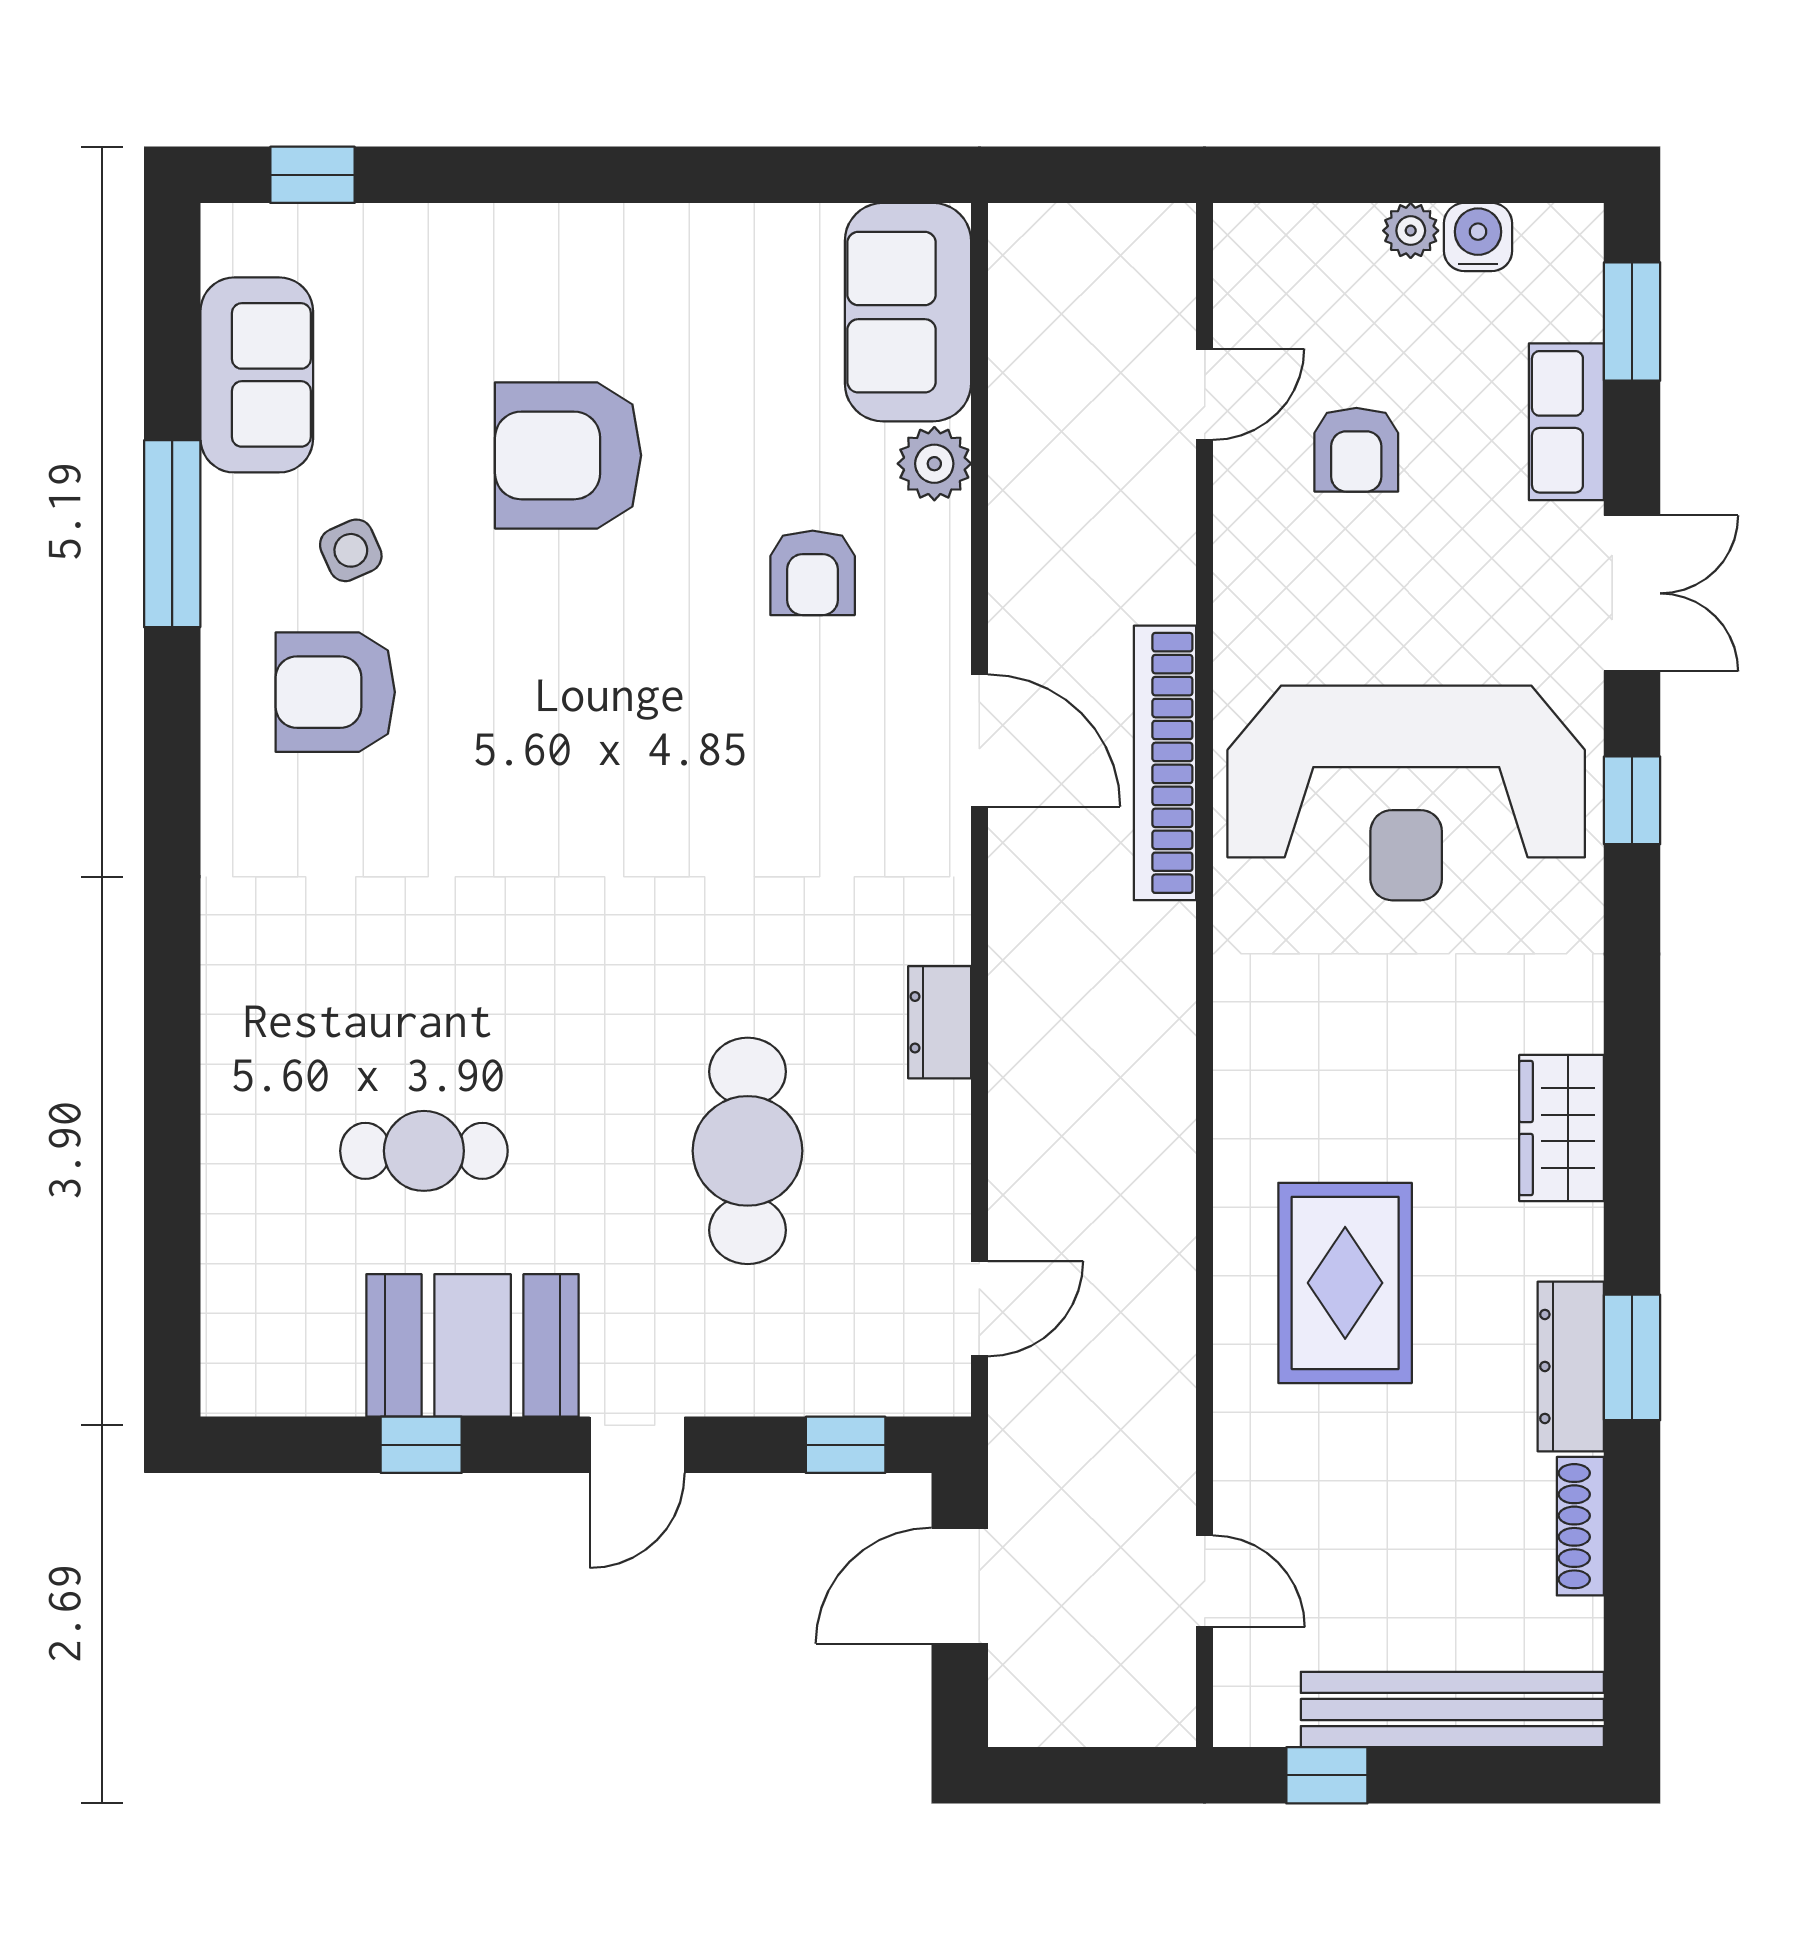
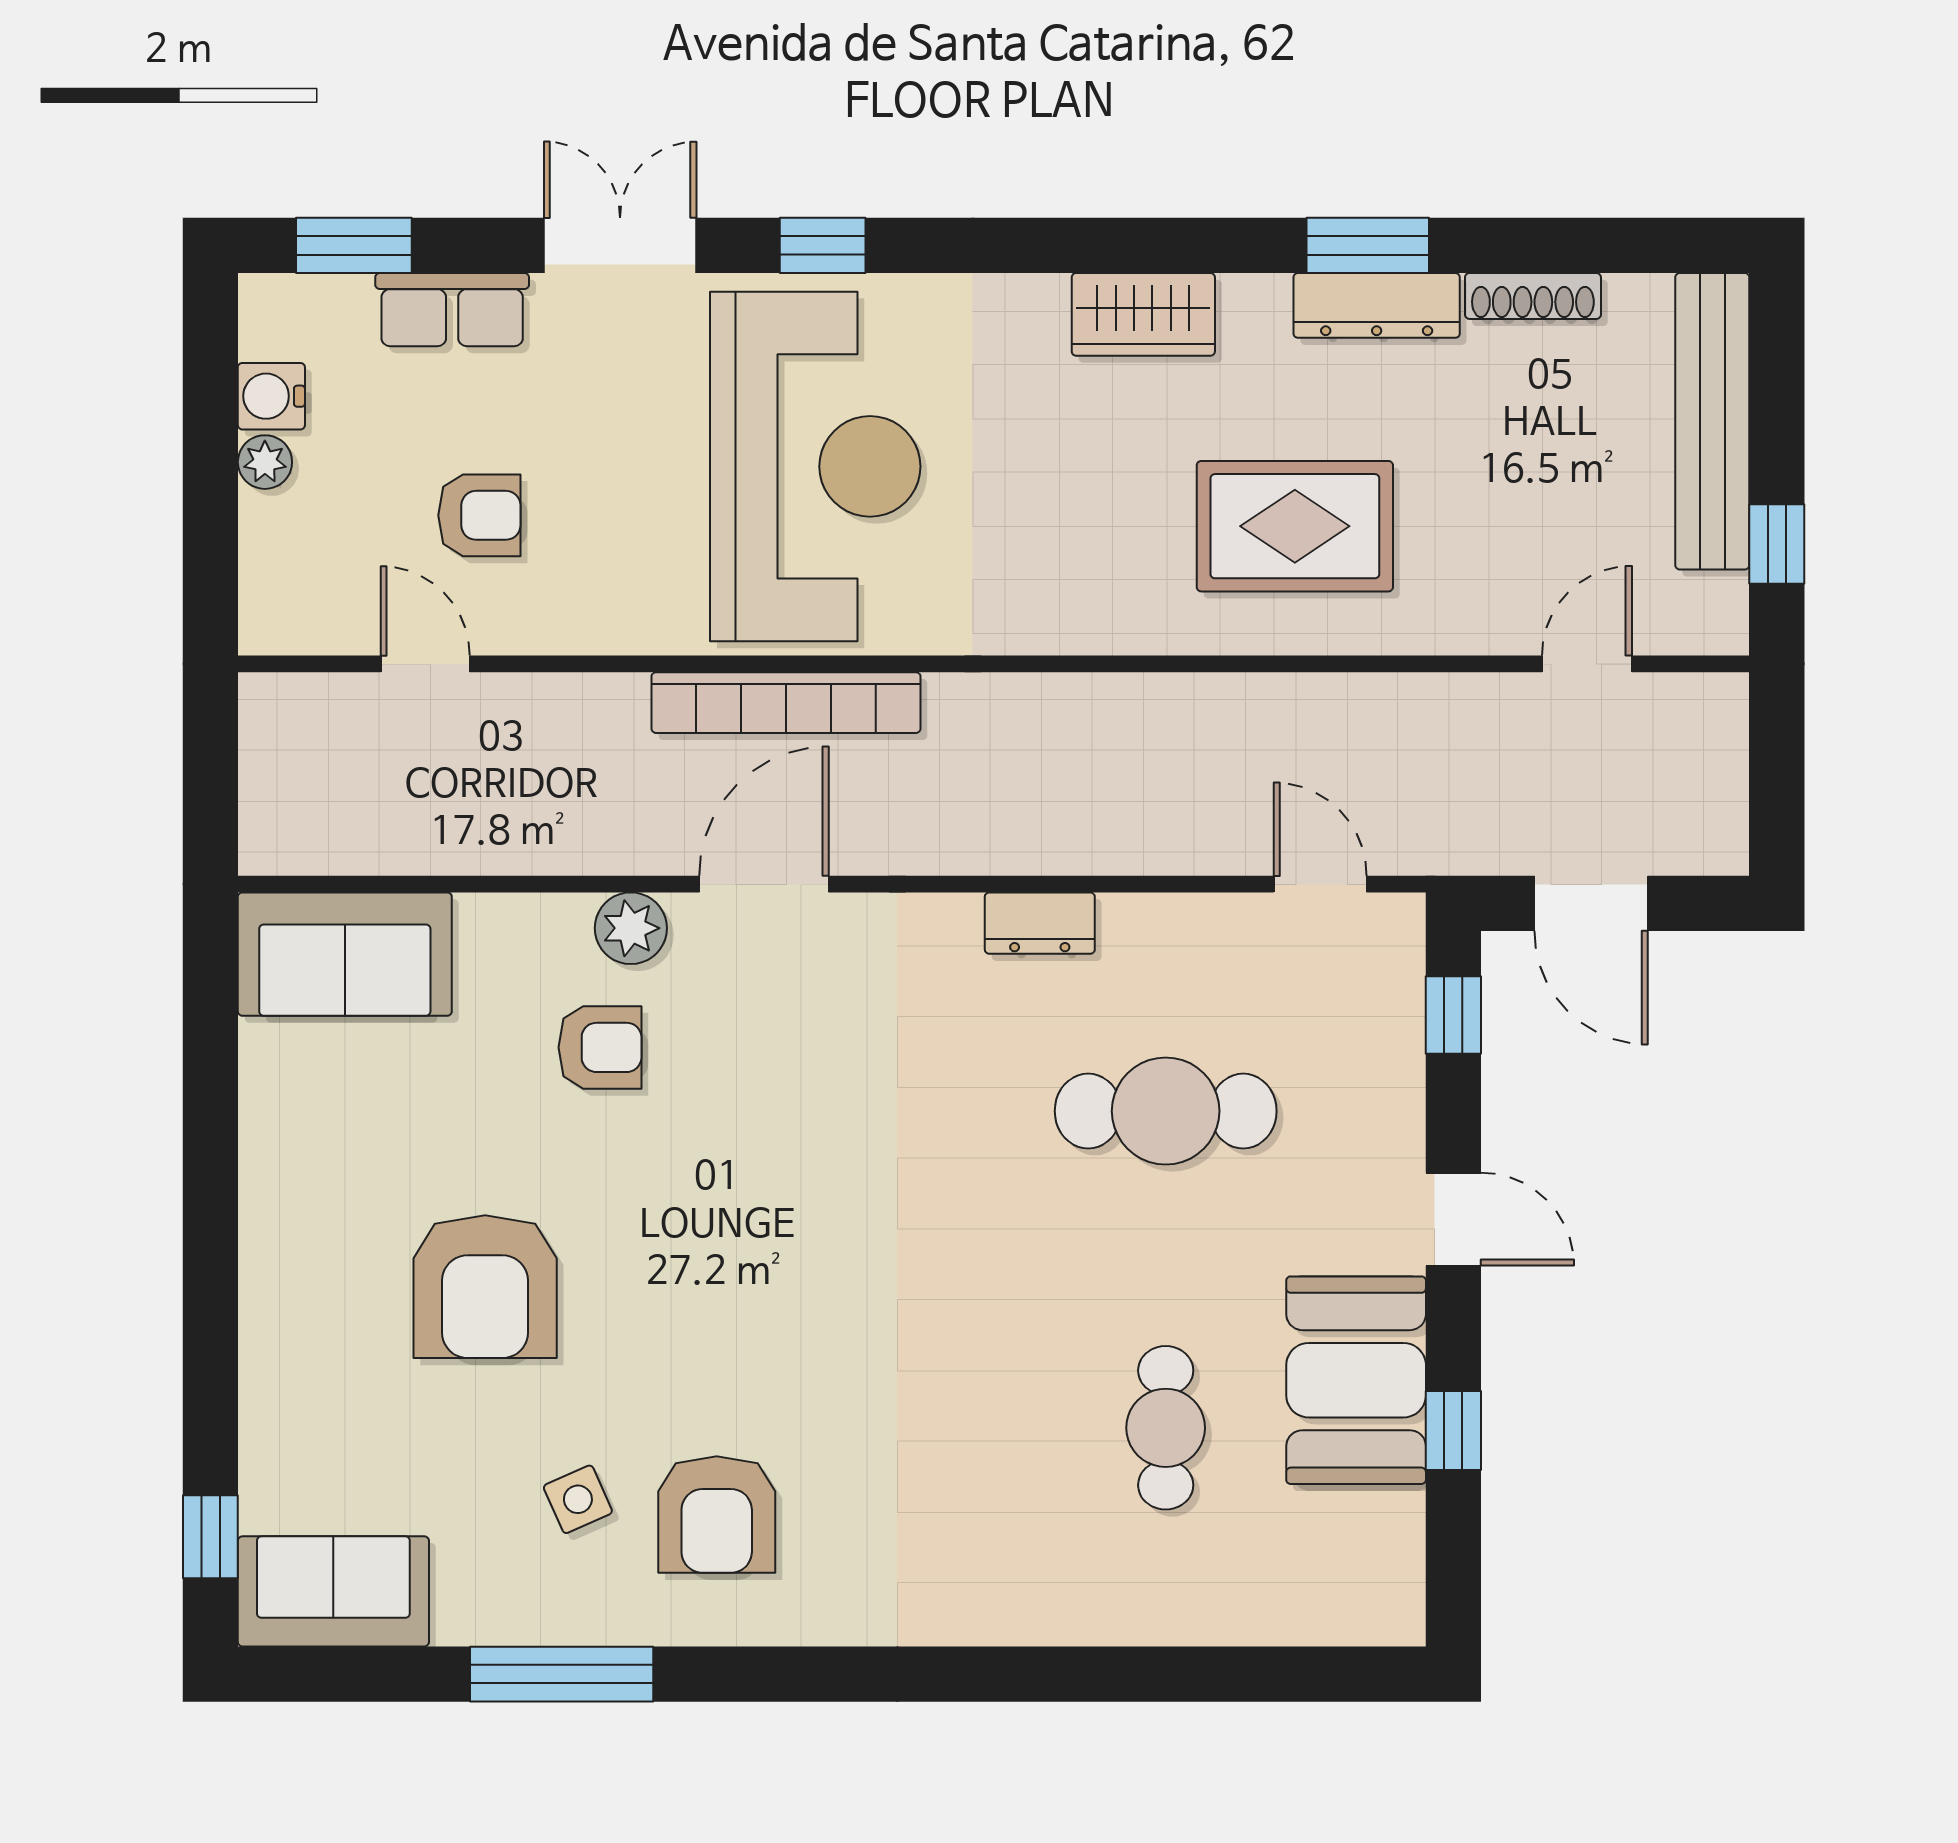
sofa: (257, 375) -> (333, 1591), moved
plant: (934, 464) -> (631, 928), moved

